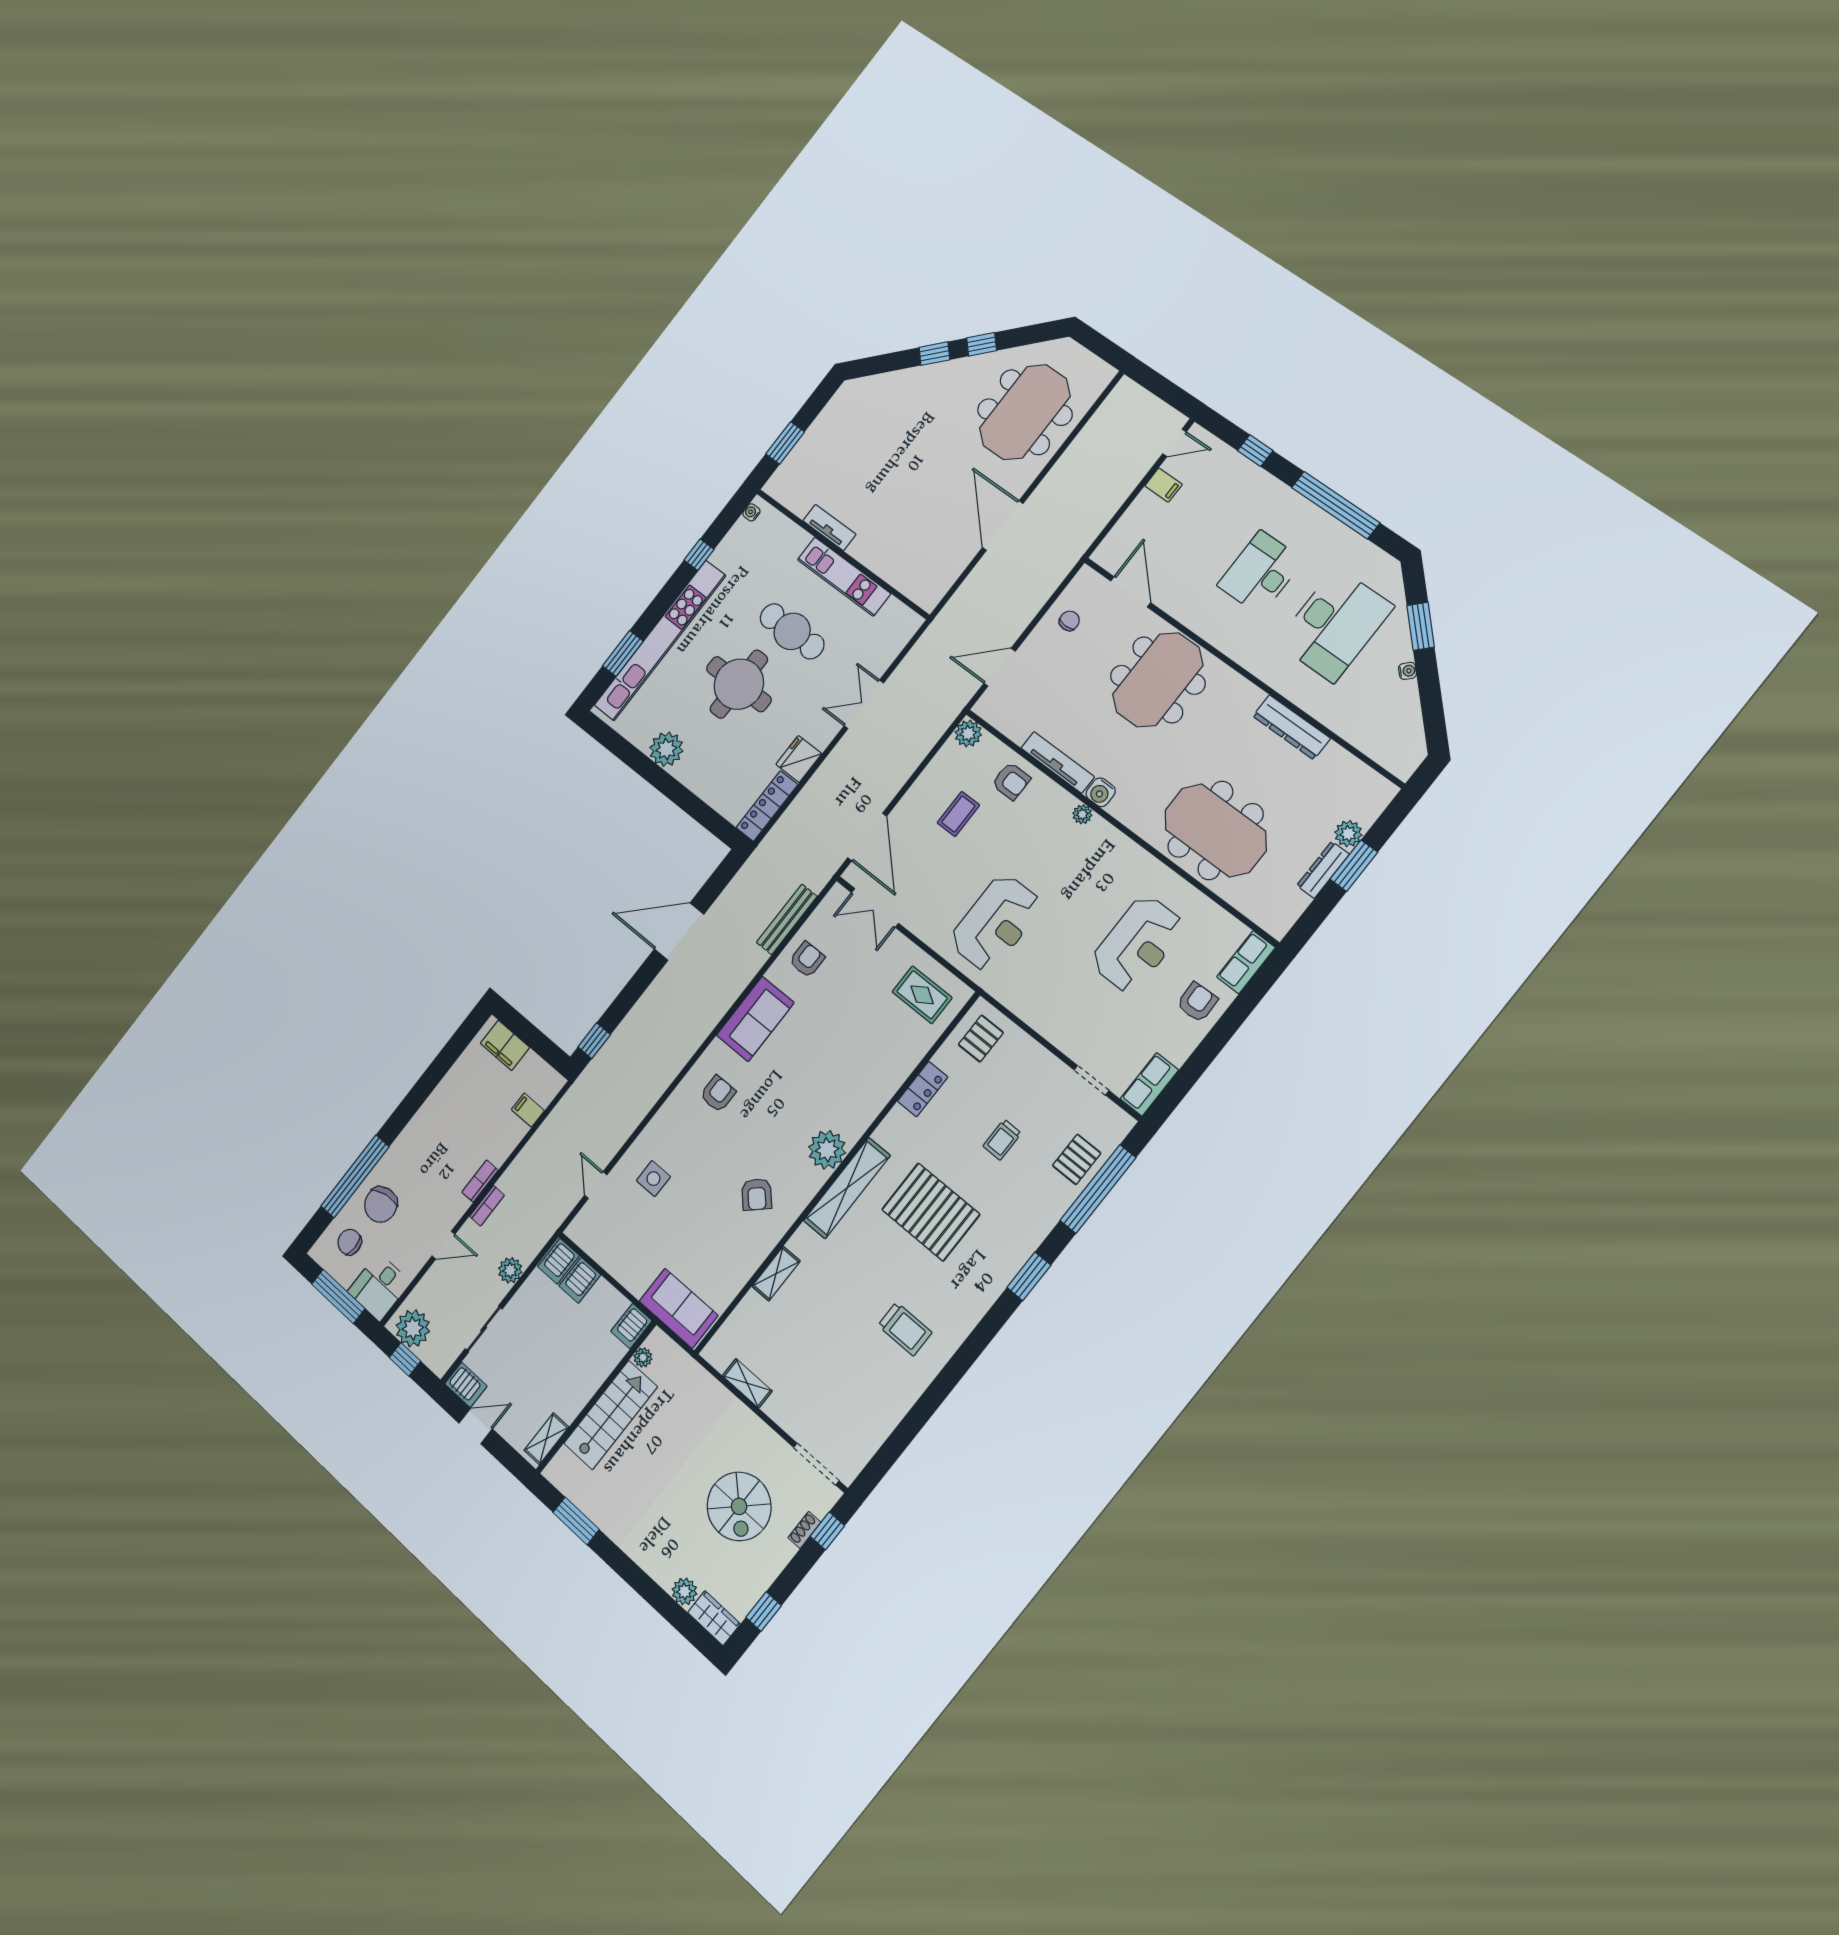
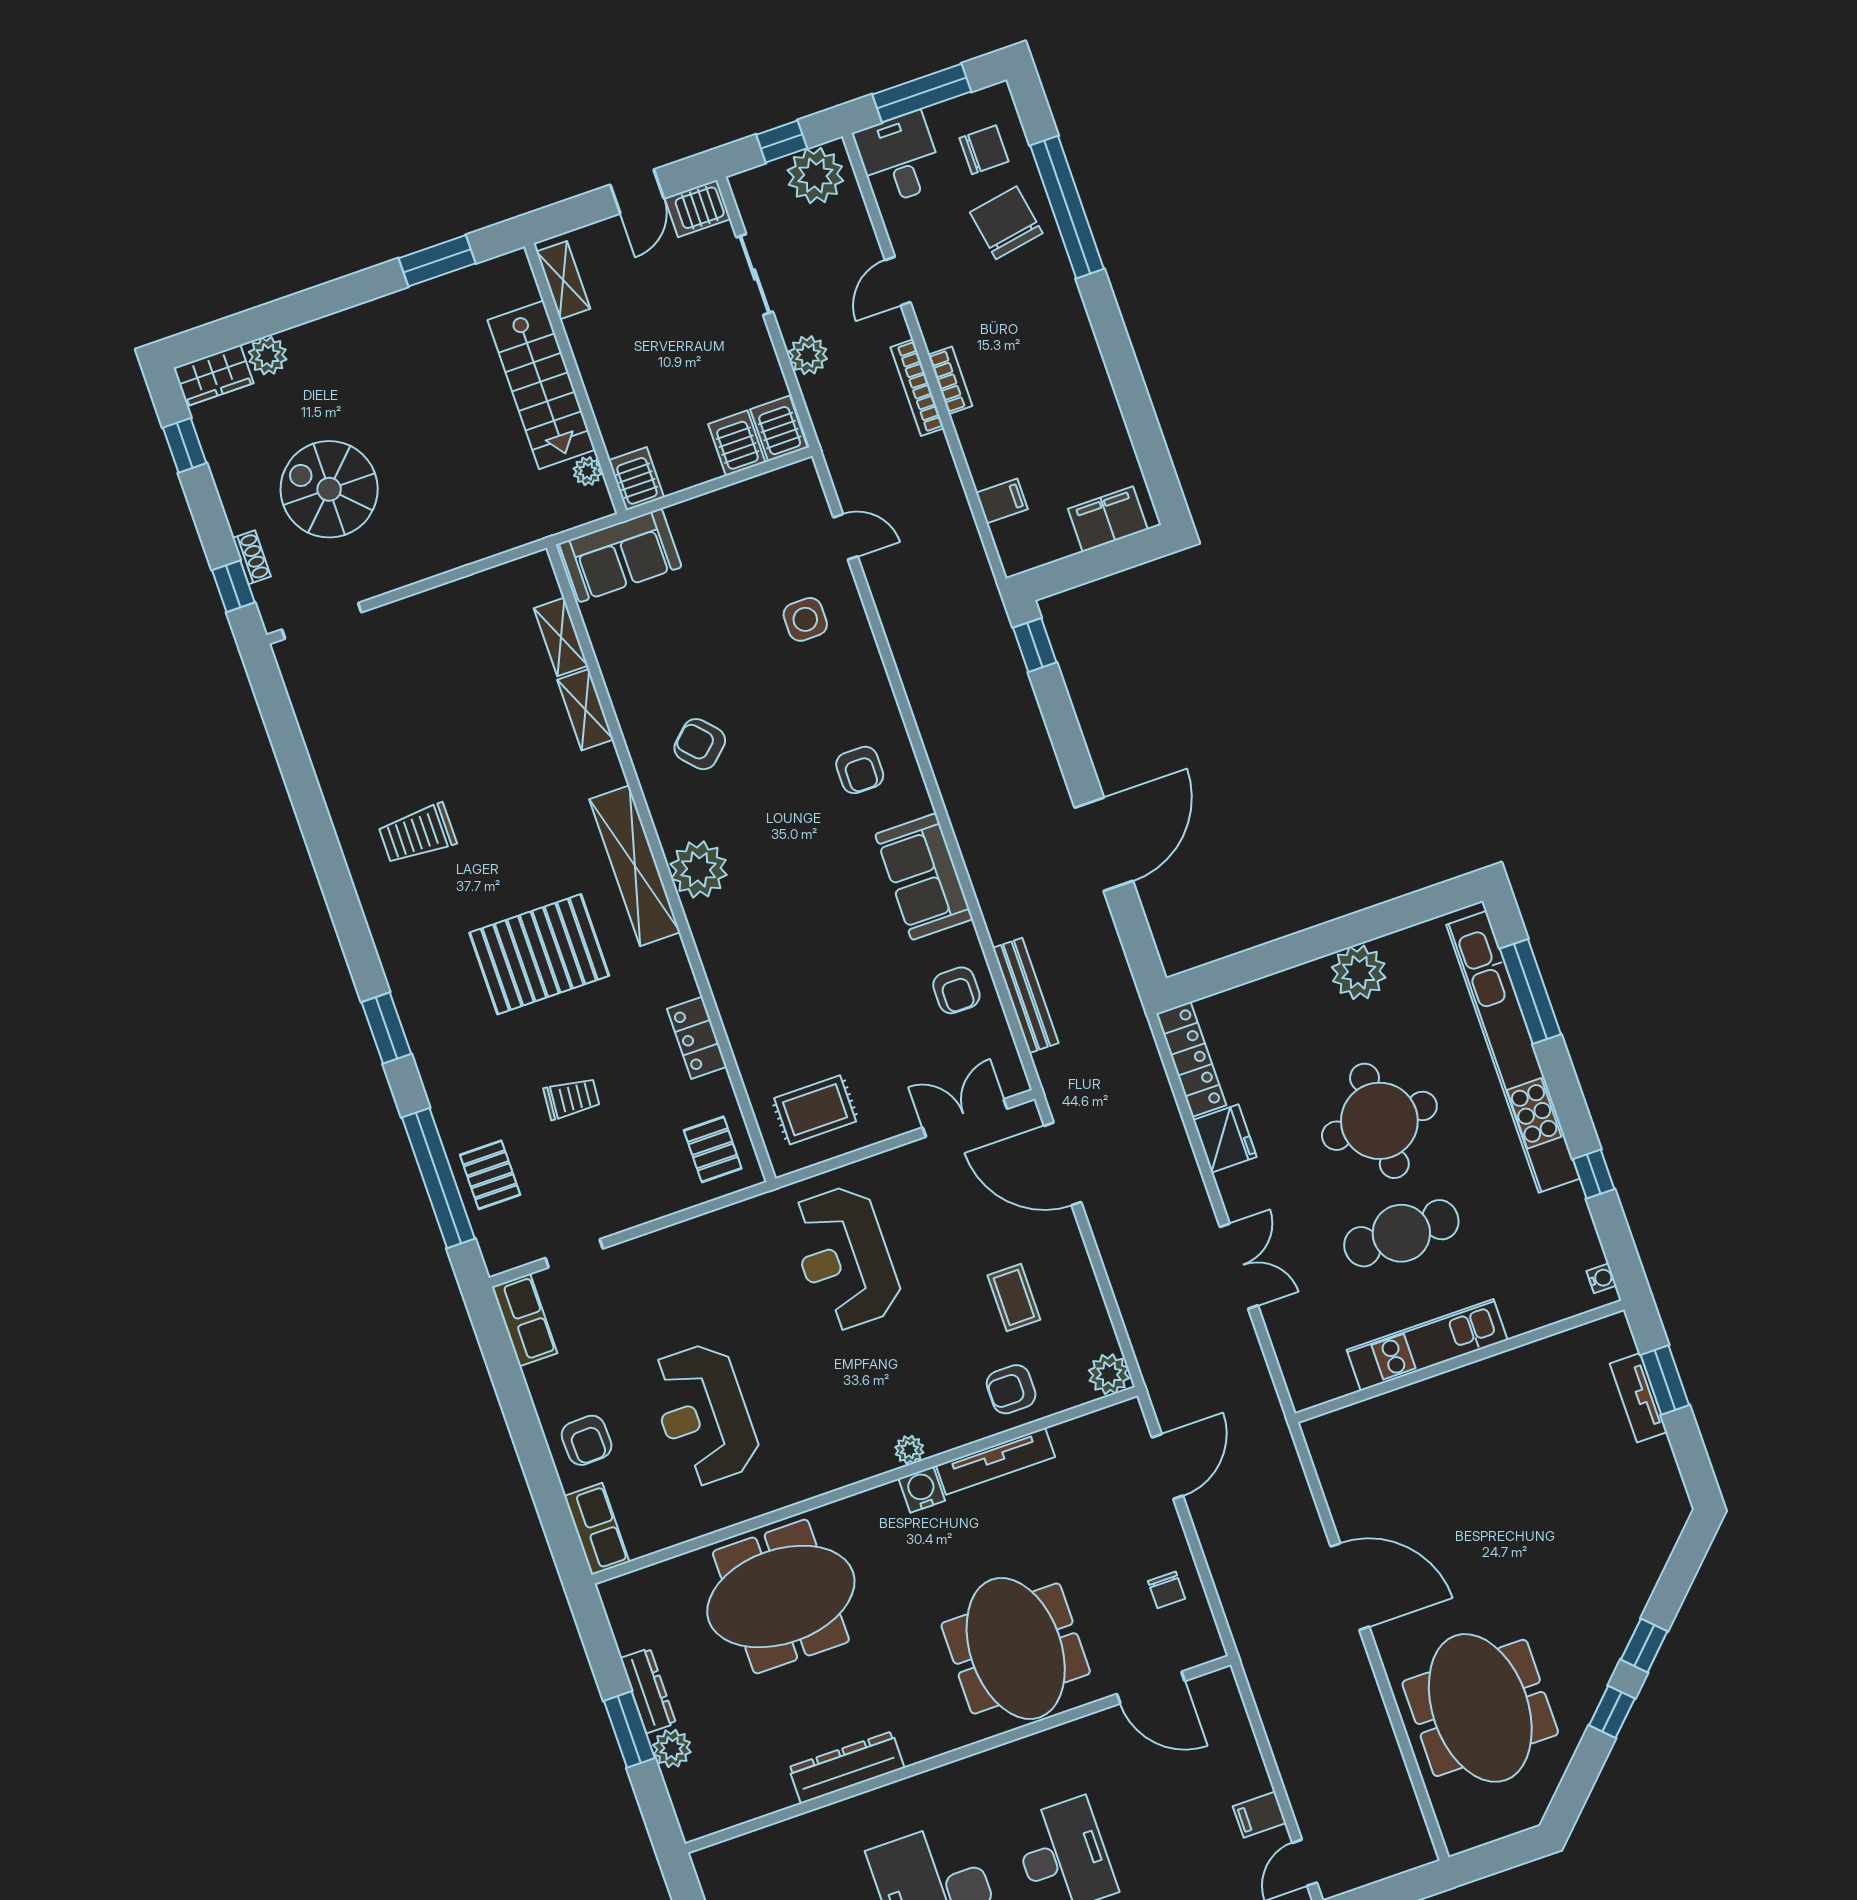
tv unit: (829, 527) -> (1638, 1398), moved, turned 90
window: (623, 653) -> (1530, 992), width x1.44
trolley: (1002, 1140) -> (572, 1098), turned 95
bookcase: (487, 1206) -> (917, 388), width x1.56
shelving: (747, 1383) -> (561, 637), moved, turned 90

